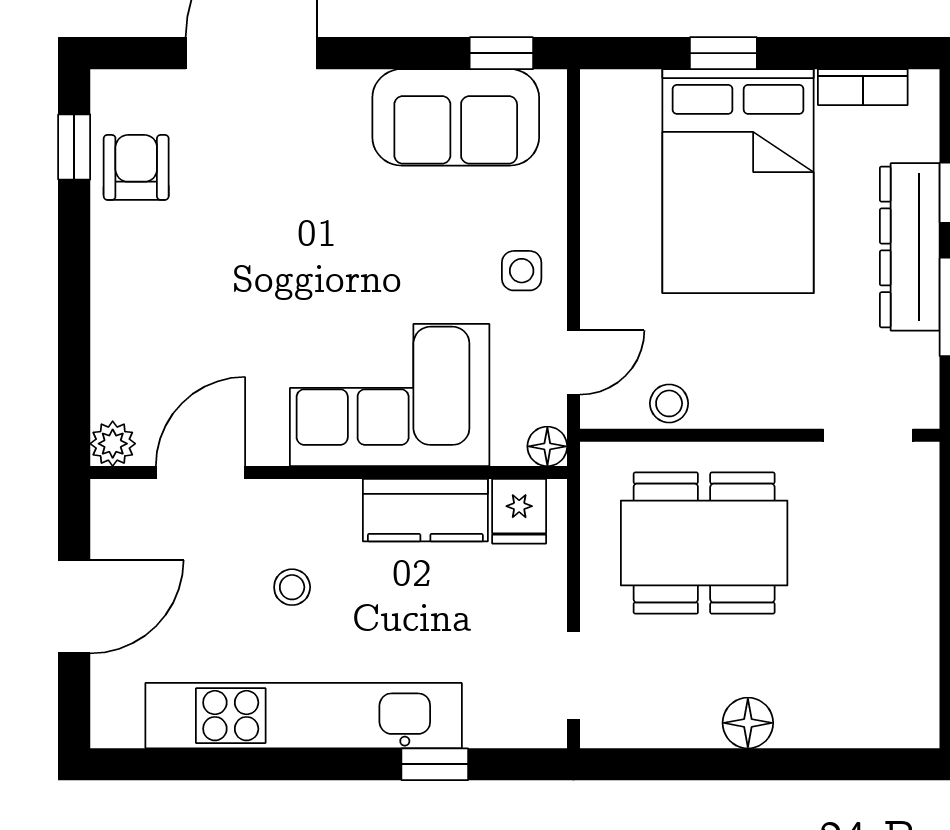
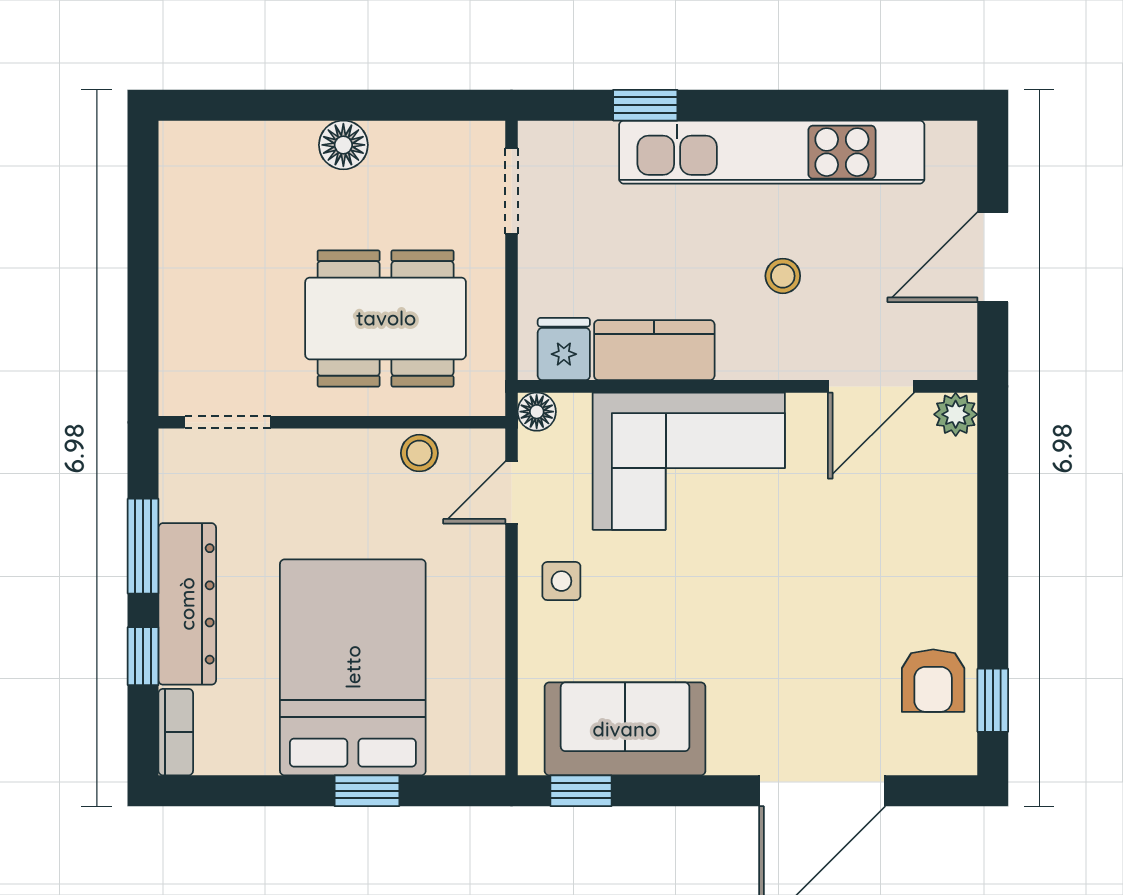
bookcase: (863, 87) -> (176, 732), moved, turned 90

